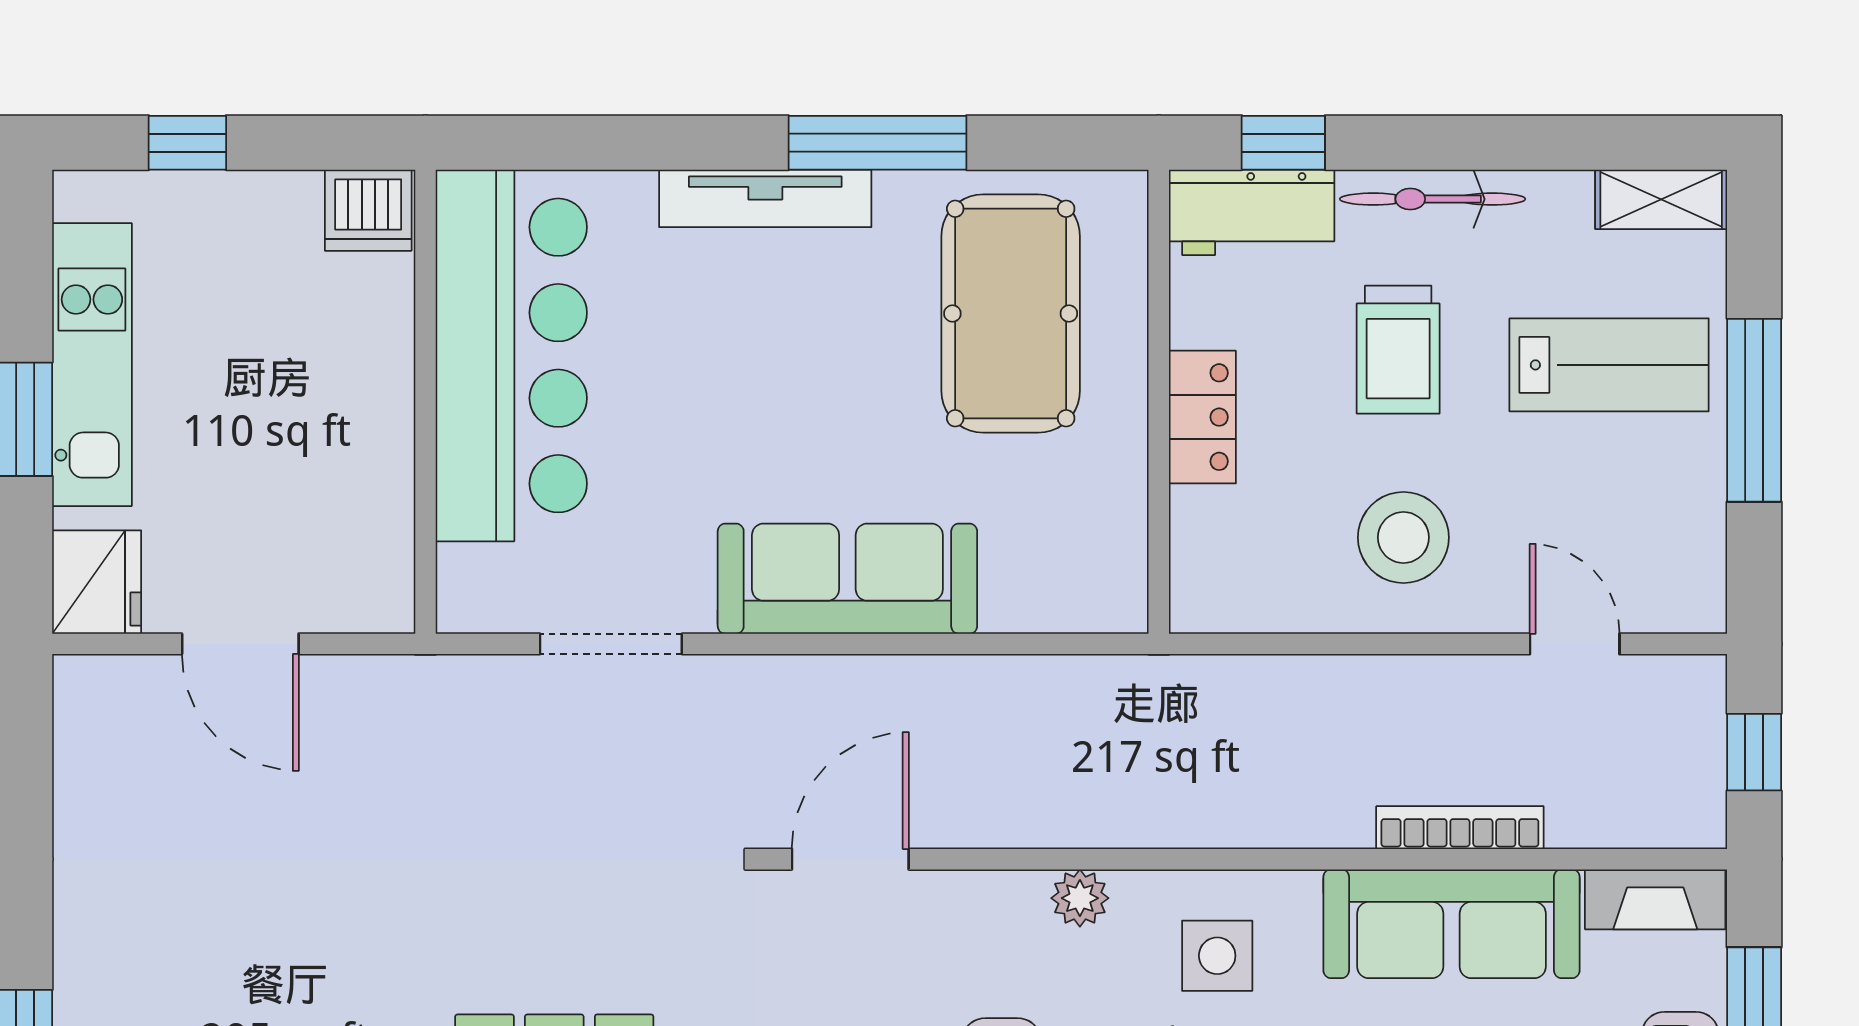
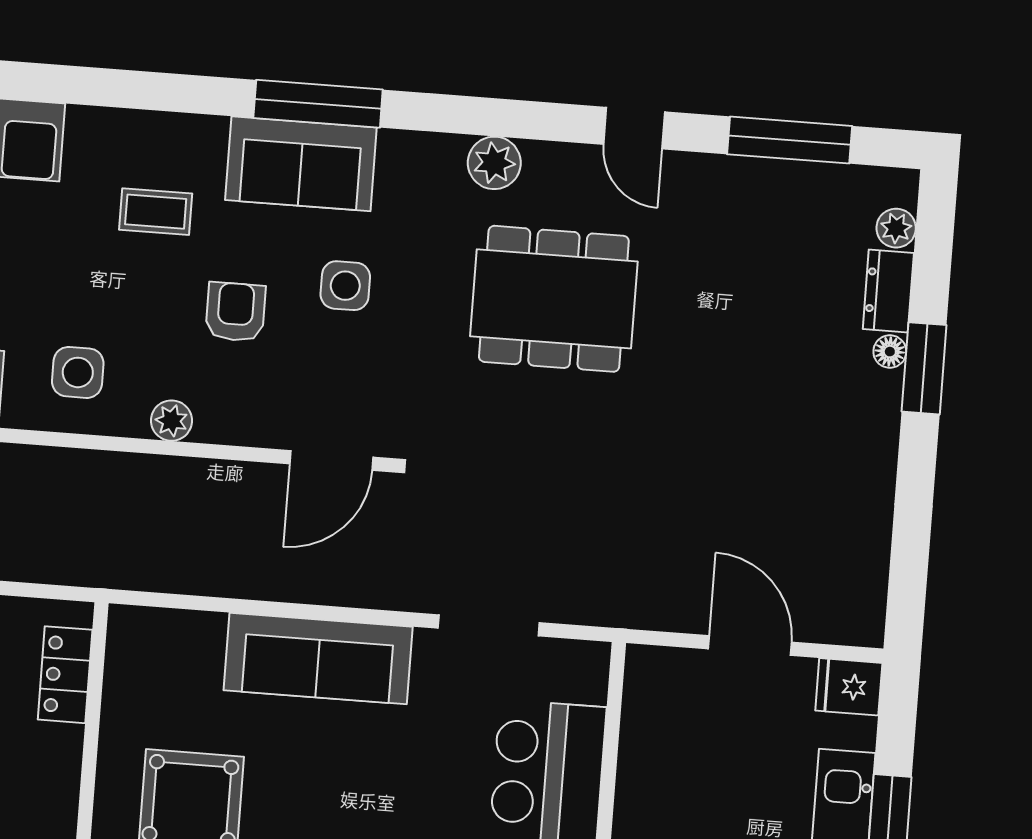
locker: (1202, 417) -> (65, 675), moved
fridge: (97, 582) -> (849, 687), width x0.72

